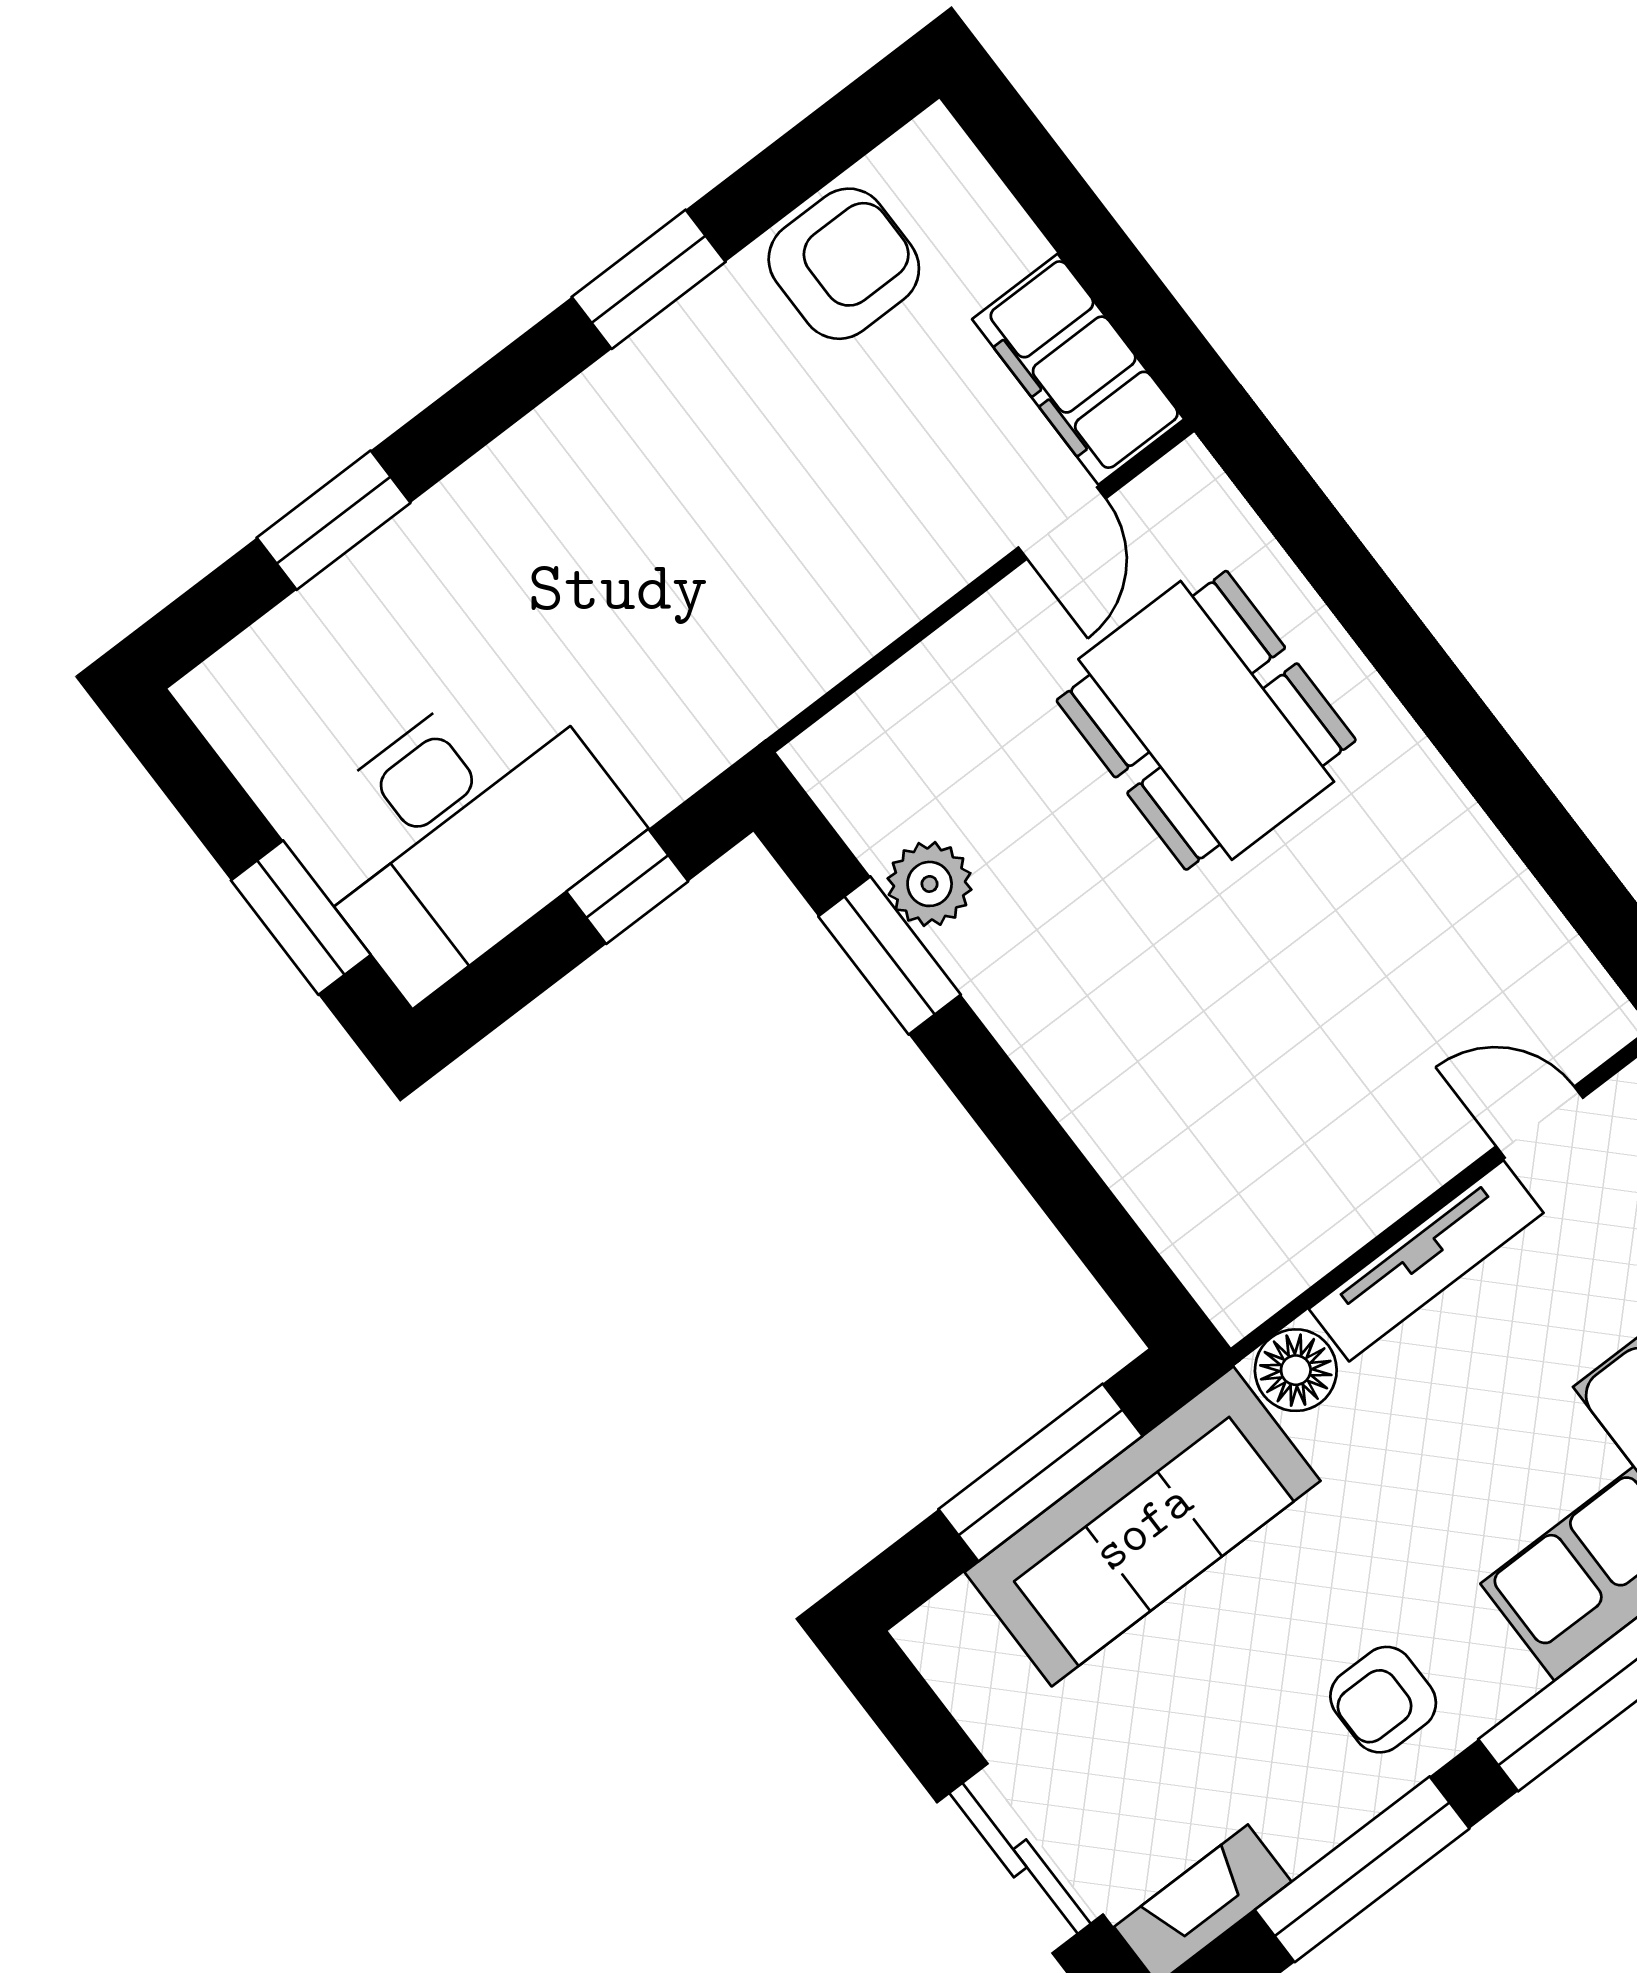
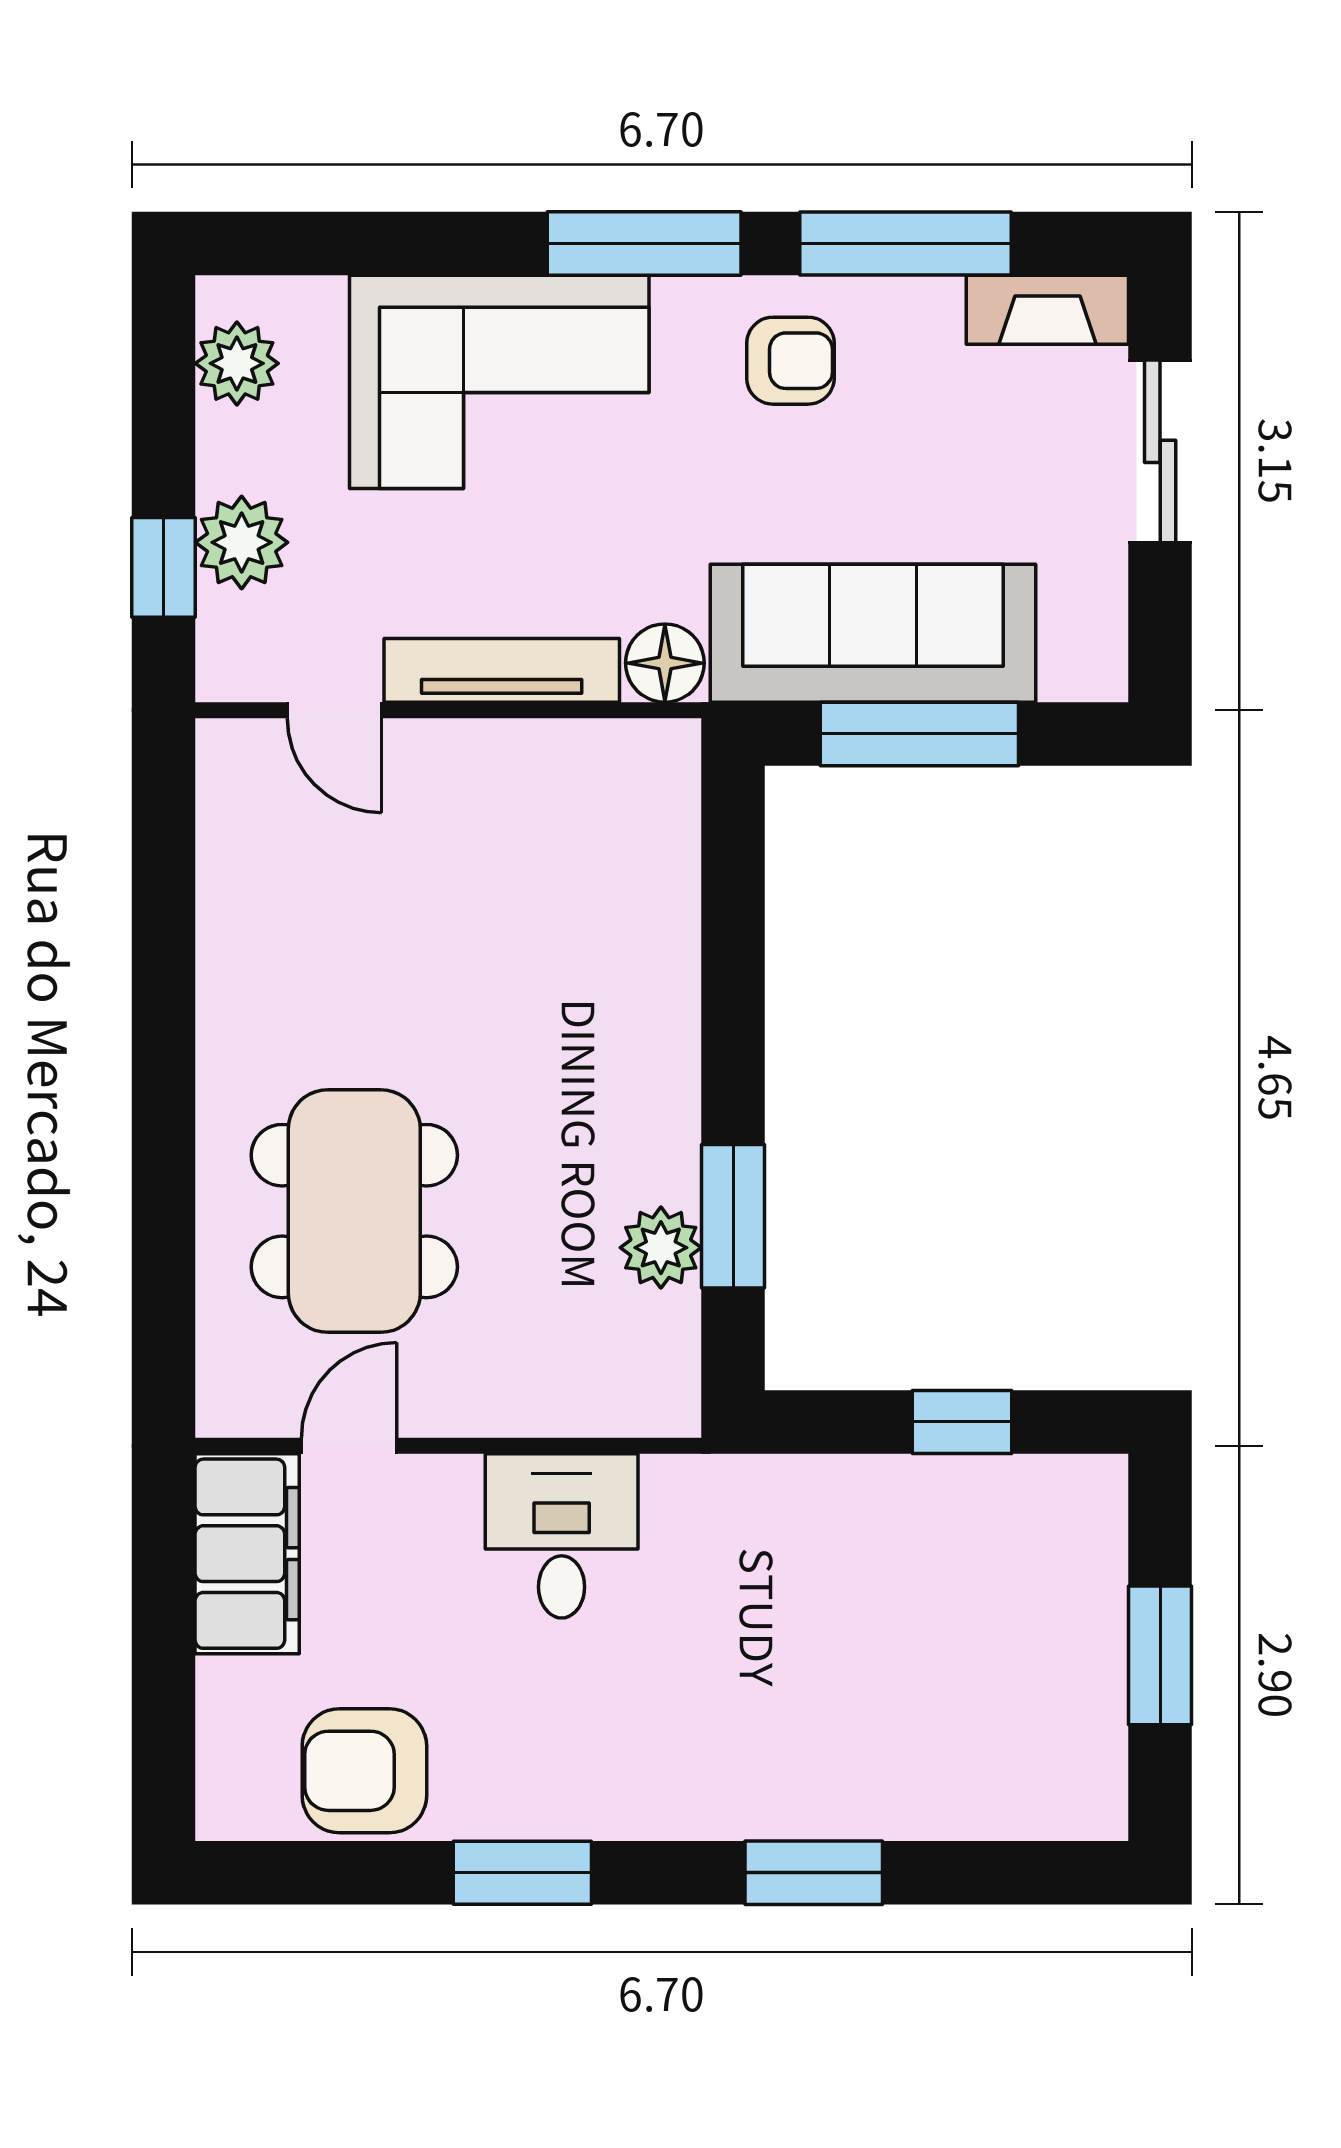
window: (334, 520) -> (814, 1873), moved
desk: (463, 830) -> (562, 1536), moved, width x0.53, depth x0.77
window: (627, 887) -> (962, 1422), moved
window: (301, 918) -> (1160, 1655), moved

